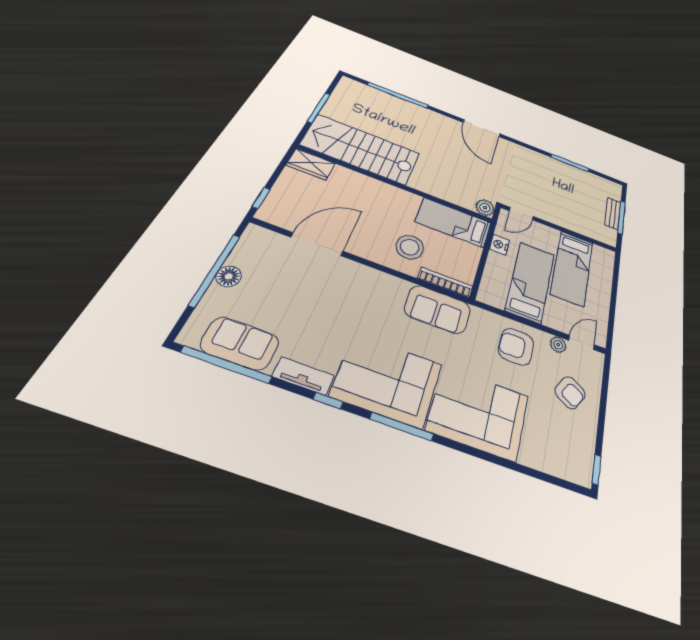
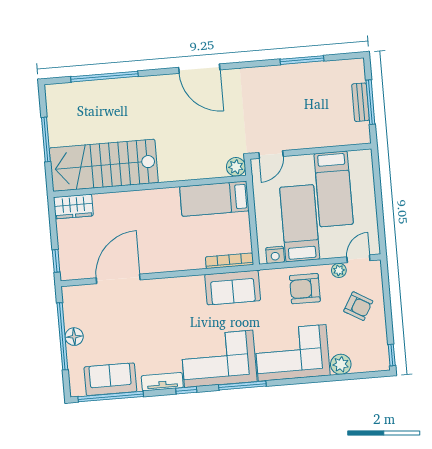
nightstand: (499, 245) -> (275, 255), moved, turned -90
stool: (410, 247) -> (189, 243), removed
plant: (533, 454) -> (341, 364), added

